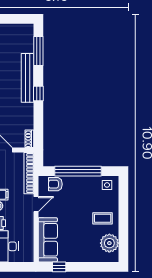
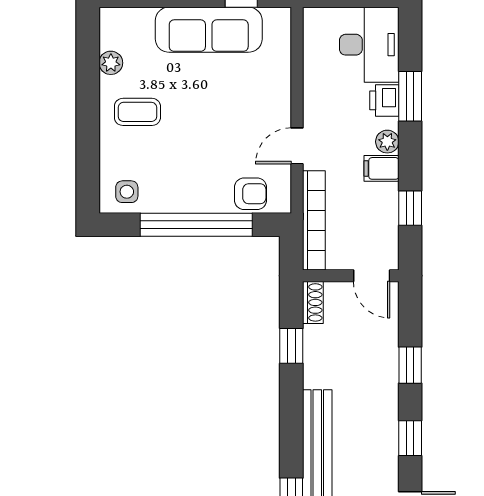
window: (38, 94) -> (291, 346), moved
sofa: (48, 240) -> (209, 30), moved, turned -90
plant: (109, 243) -> (111, 63), width x0.53, depth x0.53

